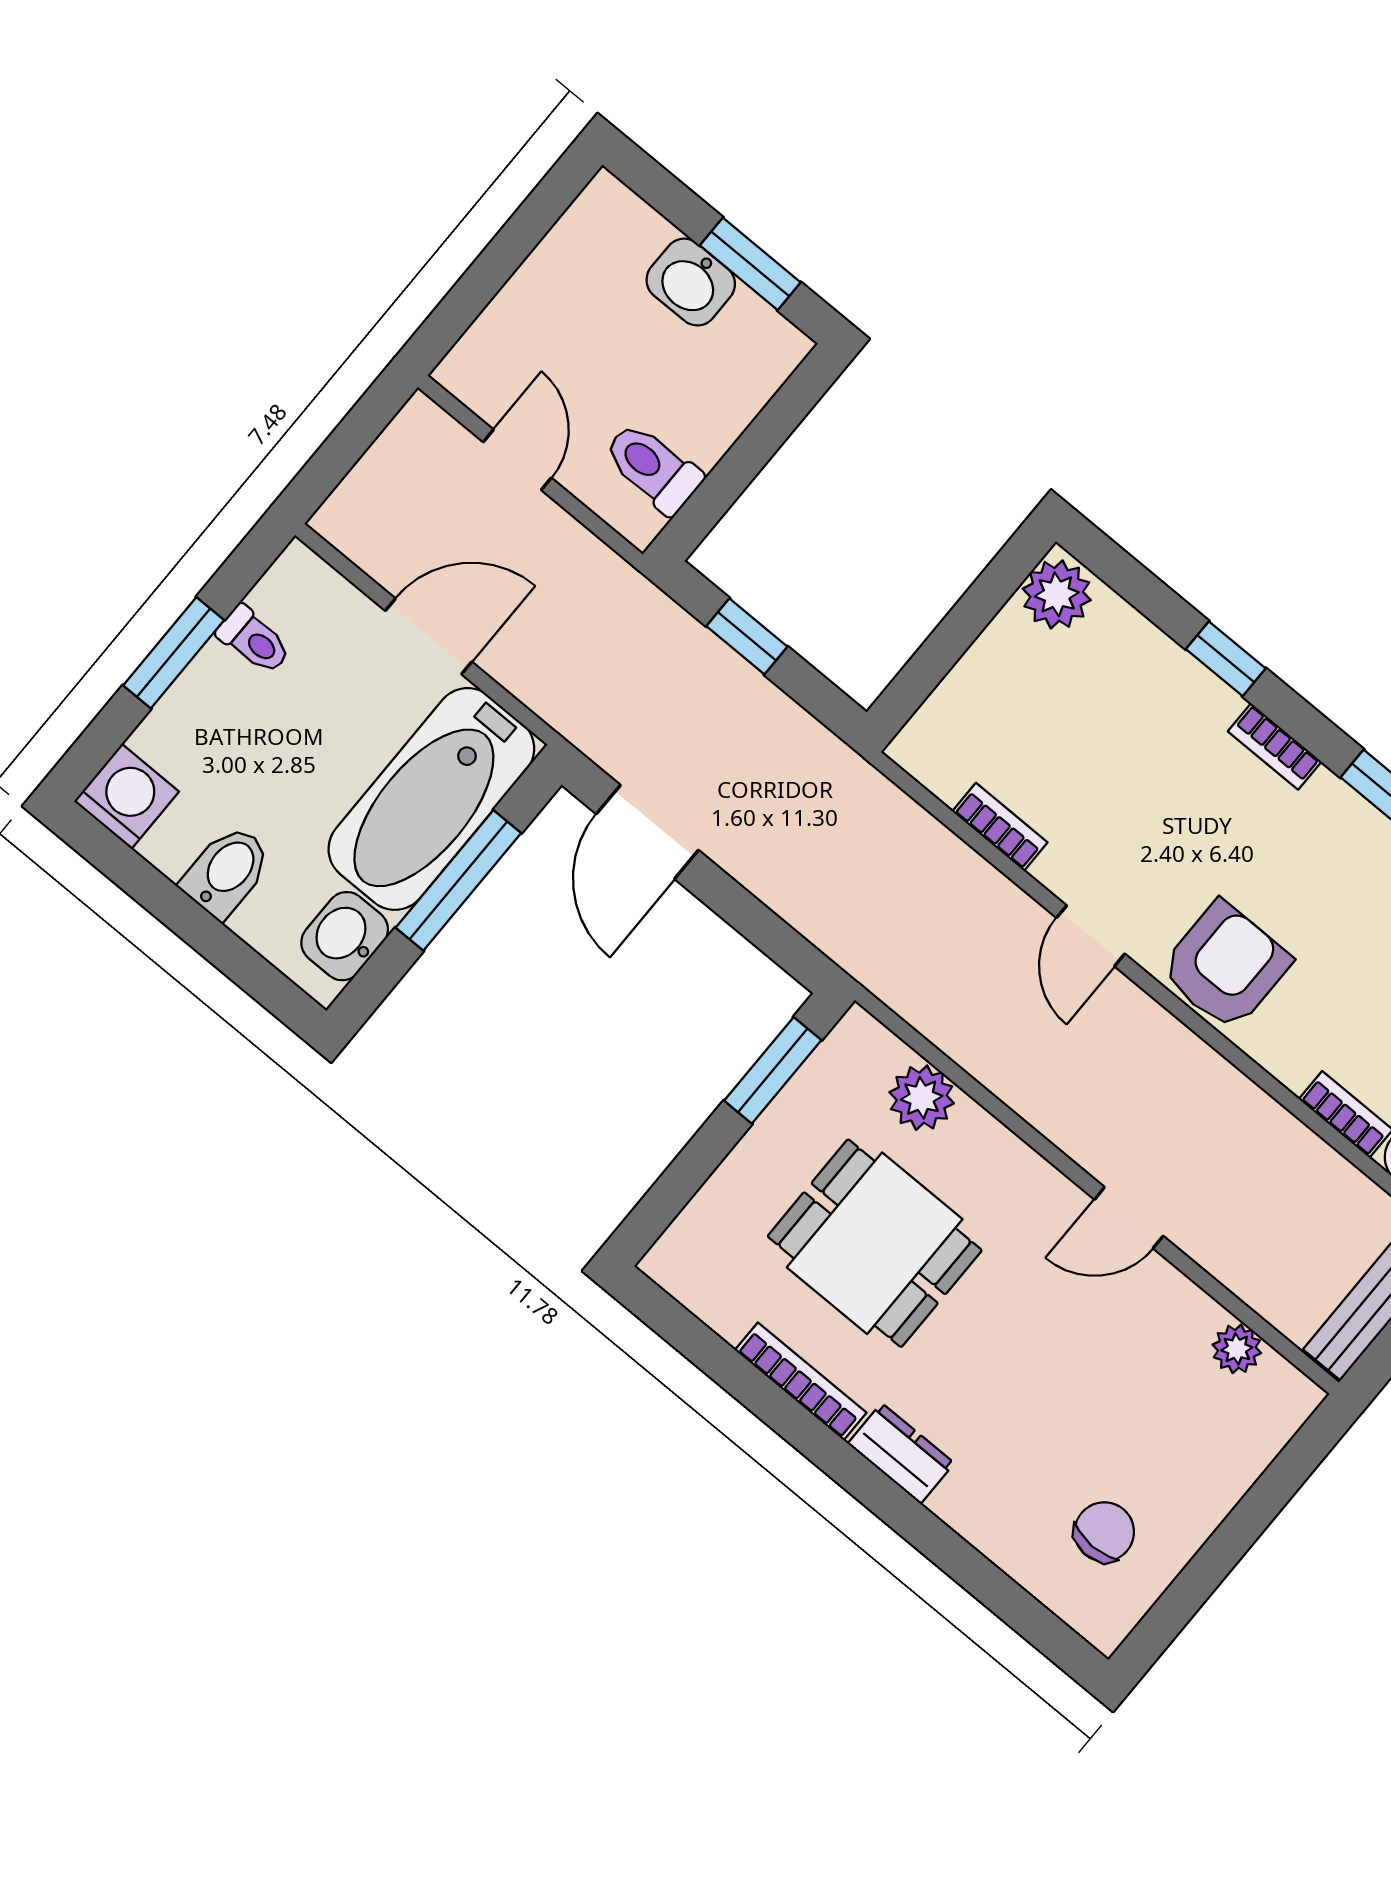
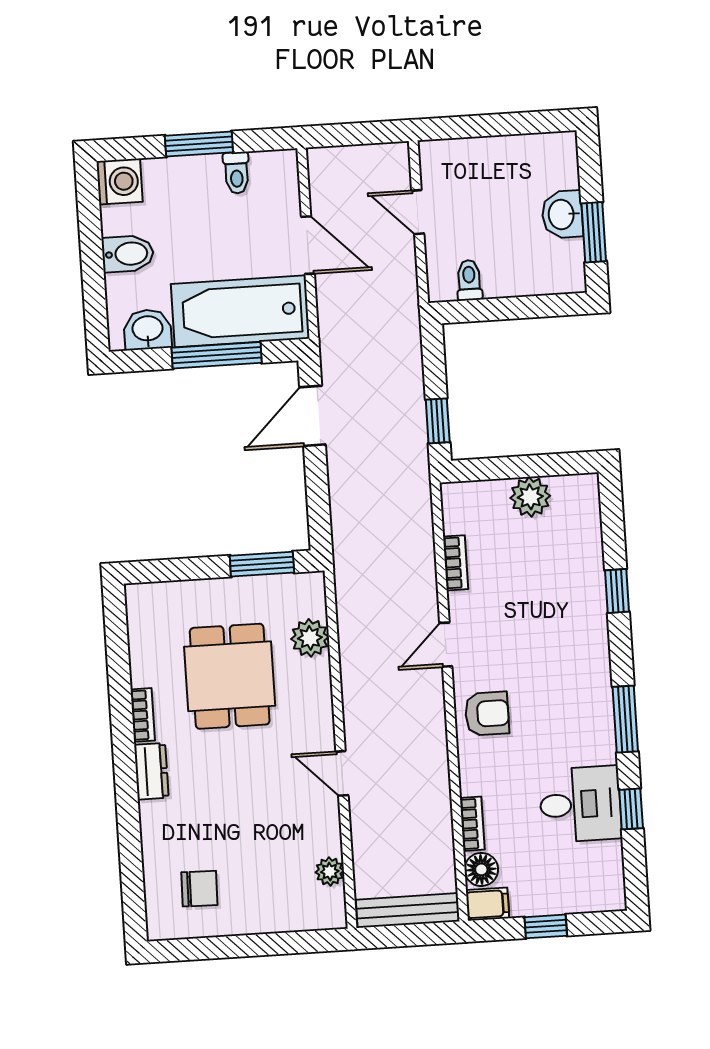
door: (517, 460) -> (418, 212), swing flipped
toilet: (653, 468) -> (469, 280), width x0.73, depth x0.72
plant: (1057, 594) -> (530, 497), moved
window: (747, 636) -> (438, 421), moved
bookcase: (1275, 747) -> (599, 647), removed
armchair: (1225, 966) -> (487, 714), width x0.72, depth x0.72
bookcase: (801, 1381) -> (143, 715), width x0.64

